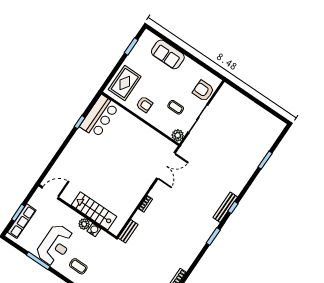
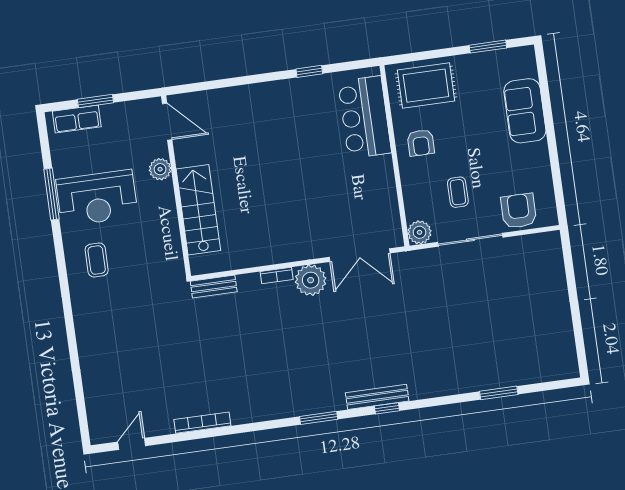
bar counter: (99, 116) -> (365, 117), moved, turned 90
plant: (159, 193) -> (311, 280), added
row of seats: (22, 221) -> (77, 119), width x0.68
plant: (84, 224) -> (160, 169), moved
water cooler: (94, 230) -> (170, 235), removed

